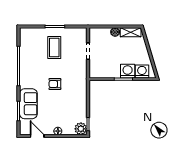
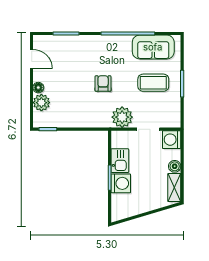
plant: (79, 70) -> (122, 117), added
kitchen sink: (111, 72) -> (120, 161), added
washing machine: (142, 72) -> (172, 140), moved, turned 180
sofa: (28, 104) -> (153, 47), moved
plant: (81, 129) -> (41, 103), moved
door: (37, 136) -> (32, 59), hinge flipped

